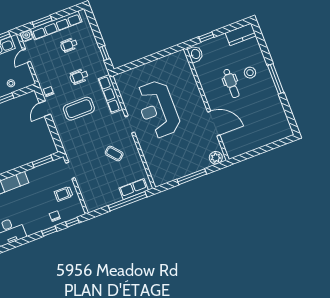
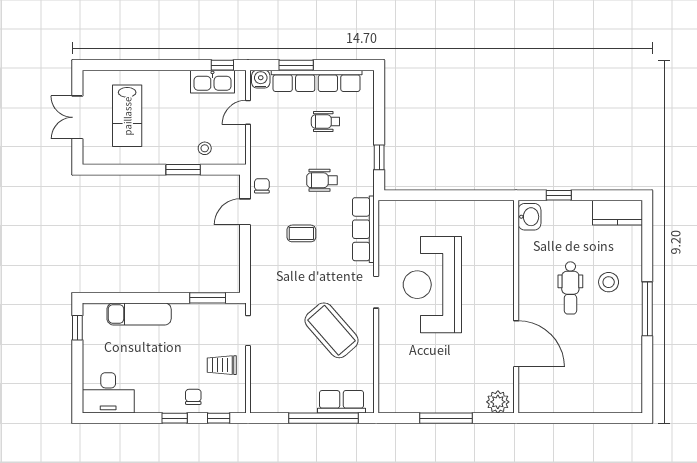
coffee table: (79, 109) -> (301, 233), width x0.54, depth x0.58
coffee table: (114, 154) -> (332, 330), width x1.86, depth x1.72

